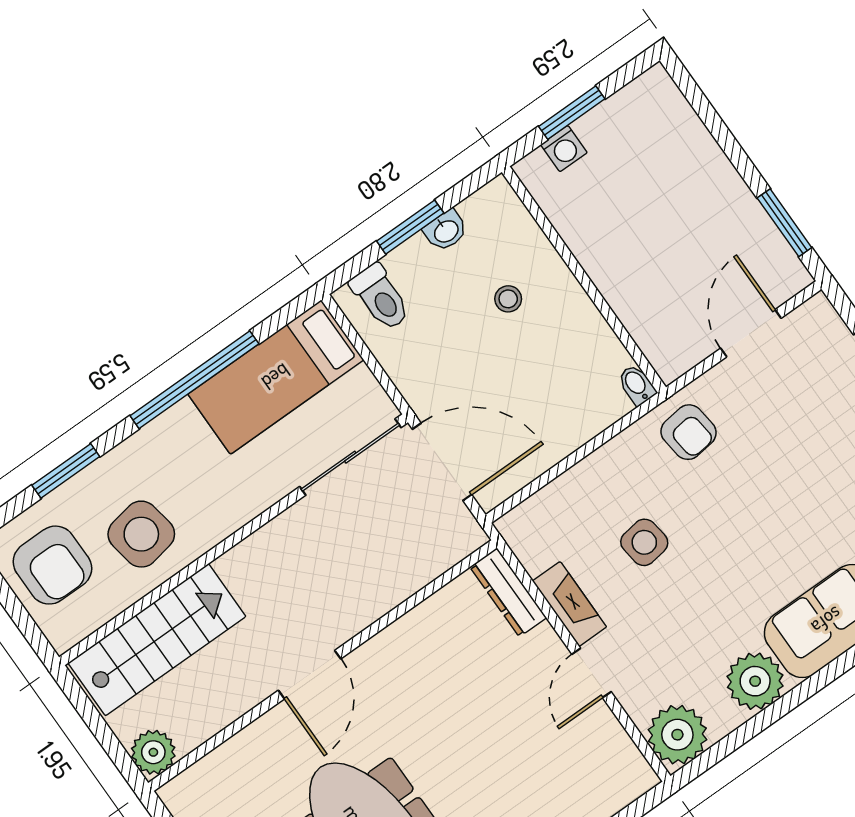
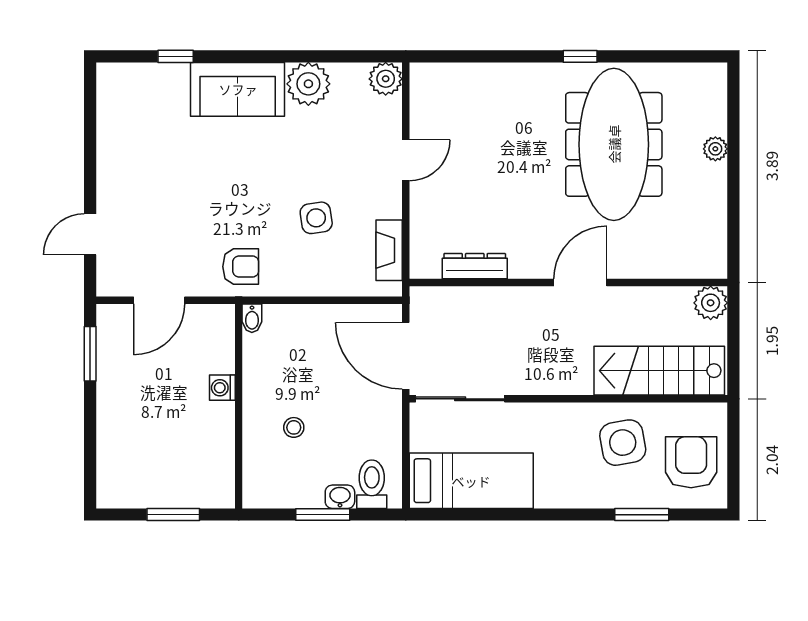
washing machine: (564, 149) -> (222, 388), moved, turned -90
washbasin: (446, 231) -> (340, 497), moved
window: (194, 380) -> (523, 515), removed
armchair: (689, 432) -> (241, 267), turned 97
dresser: (508, 592) -> (475, 266), moved, turned -90
fireplace: (569, 604) -> (389, 250), moved
plant: (677, 735) -> (386, 79), width x0.73, depth x0.73

